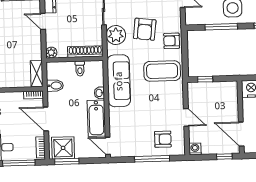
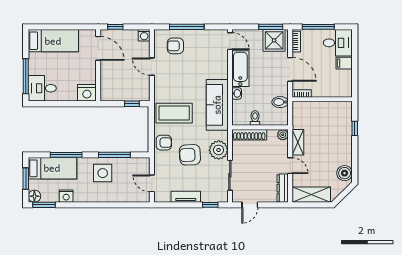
armchair: (145, 29) -> (190, 155), turned -100
shelving: (37, 73) -> (298, 142), moved

